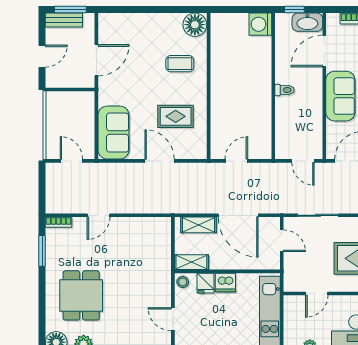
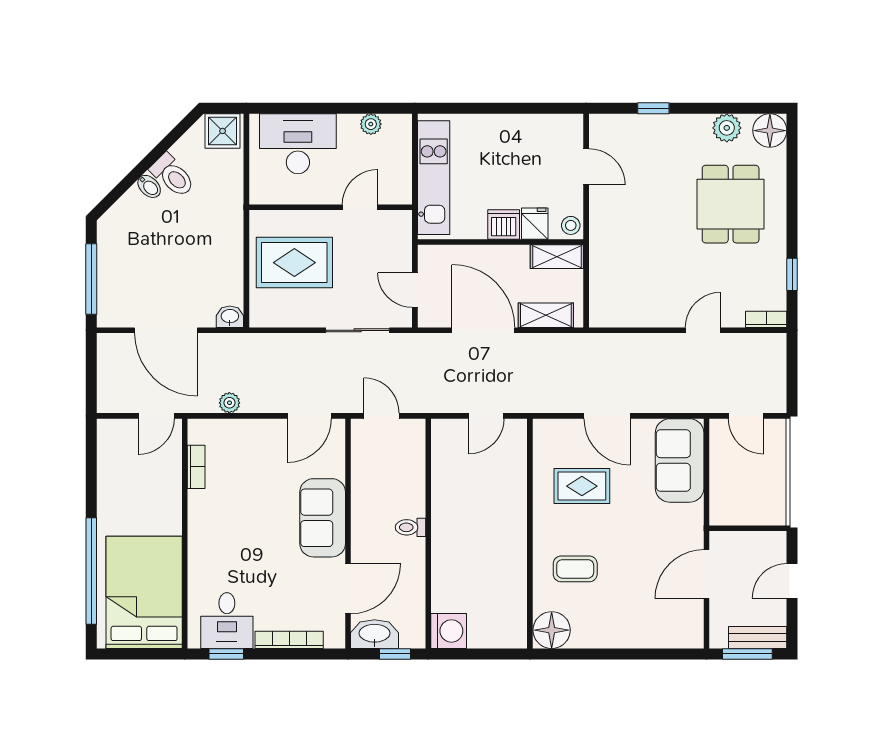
window: (42, 251) -> (792, 274), width x0.67

